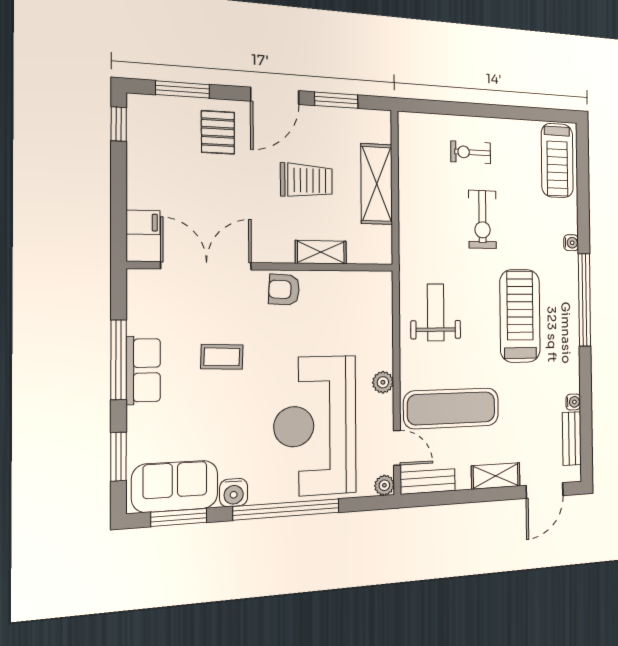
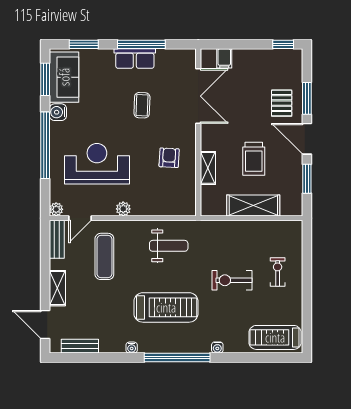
window: (183, 90) -> (307, 98), moved
pallet: (218, 132) -> (282, 103), turned 90
armchair: (284, 290) -> (169, 158), moved
water cooler: (573, 402) -> (132, 348), moved
exercise mat: (451, 408) -> (104, 256), width x0.73, depth x0.69
reception desk: (315, 426) -> (97, 164), width x0.74, depth x0.77

